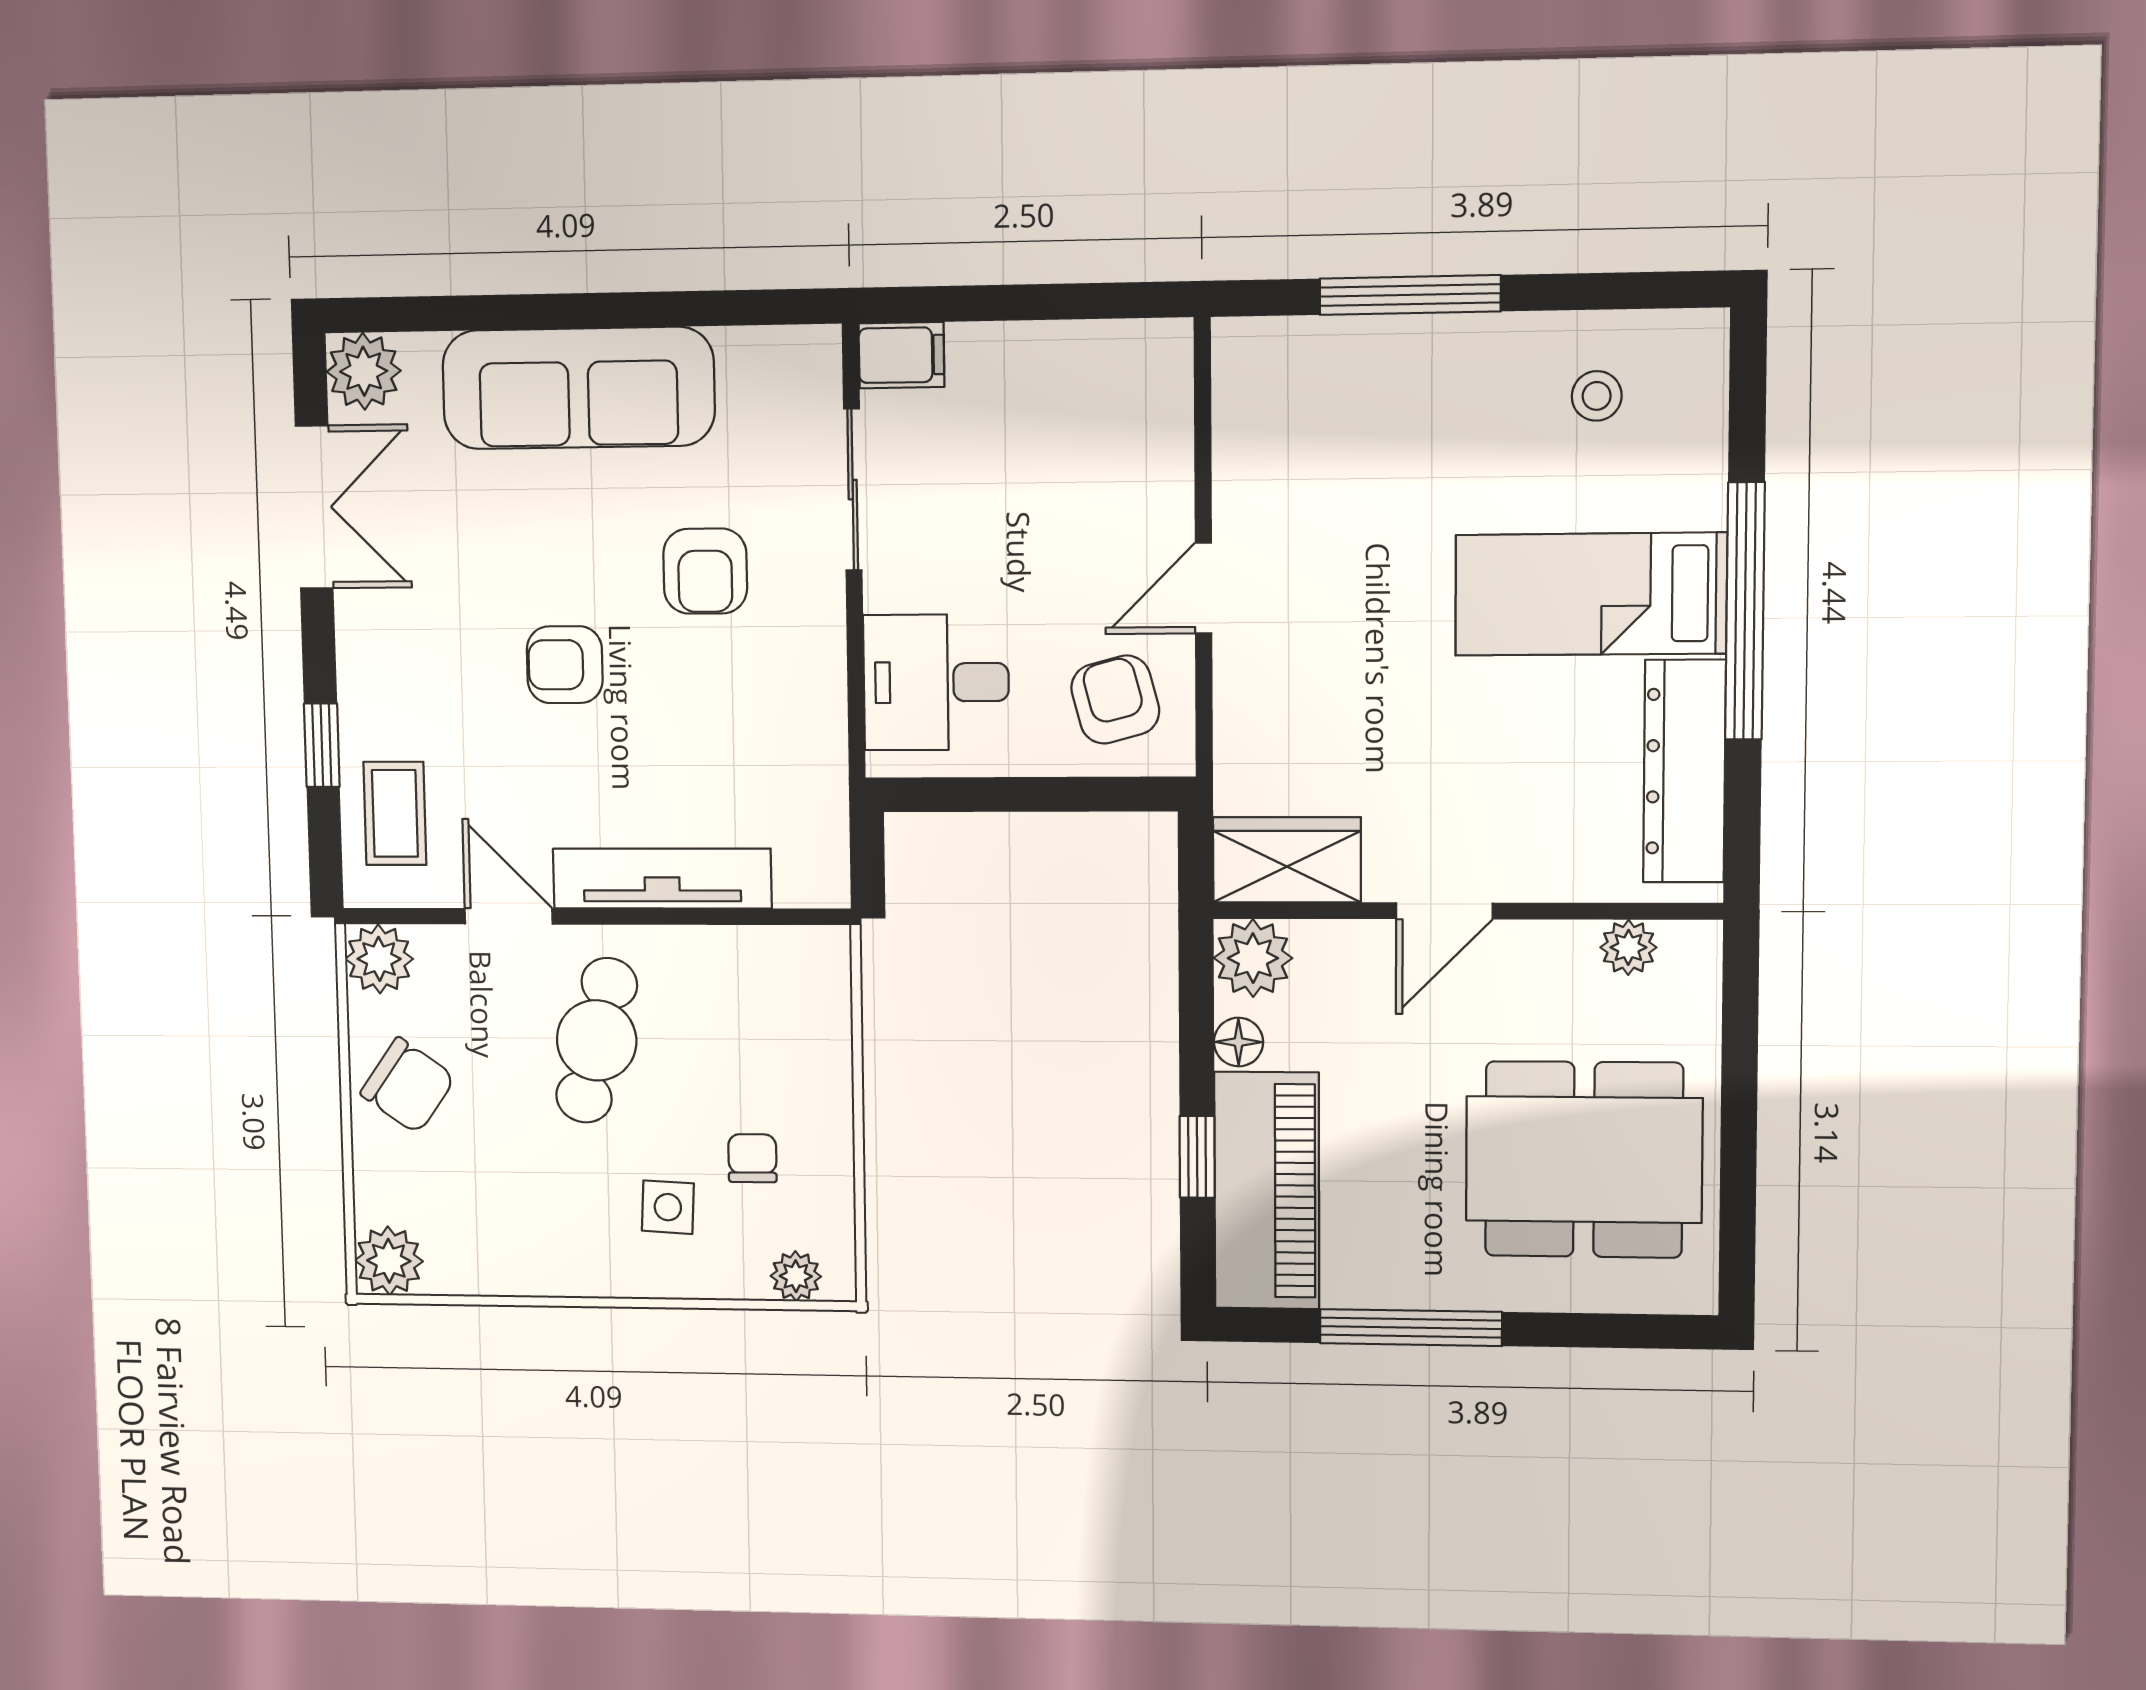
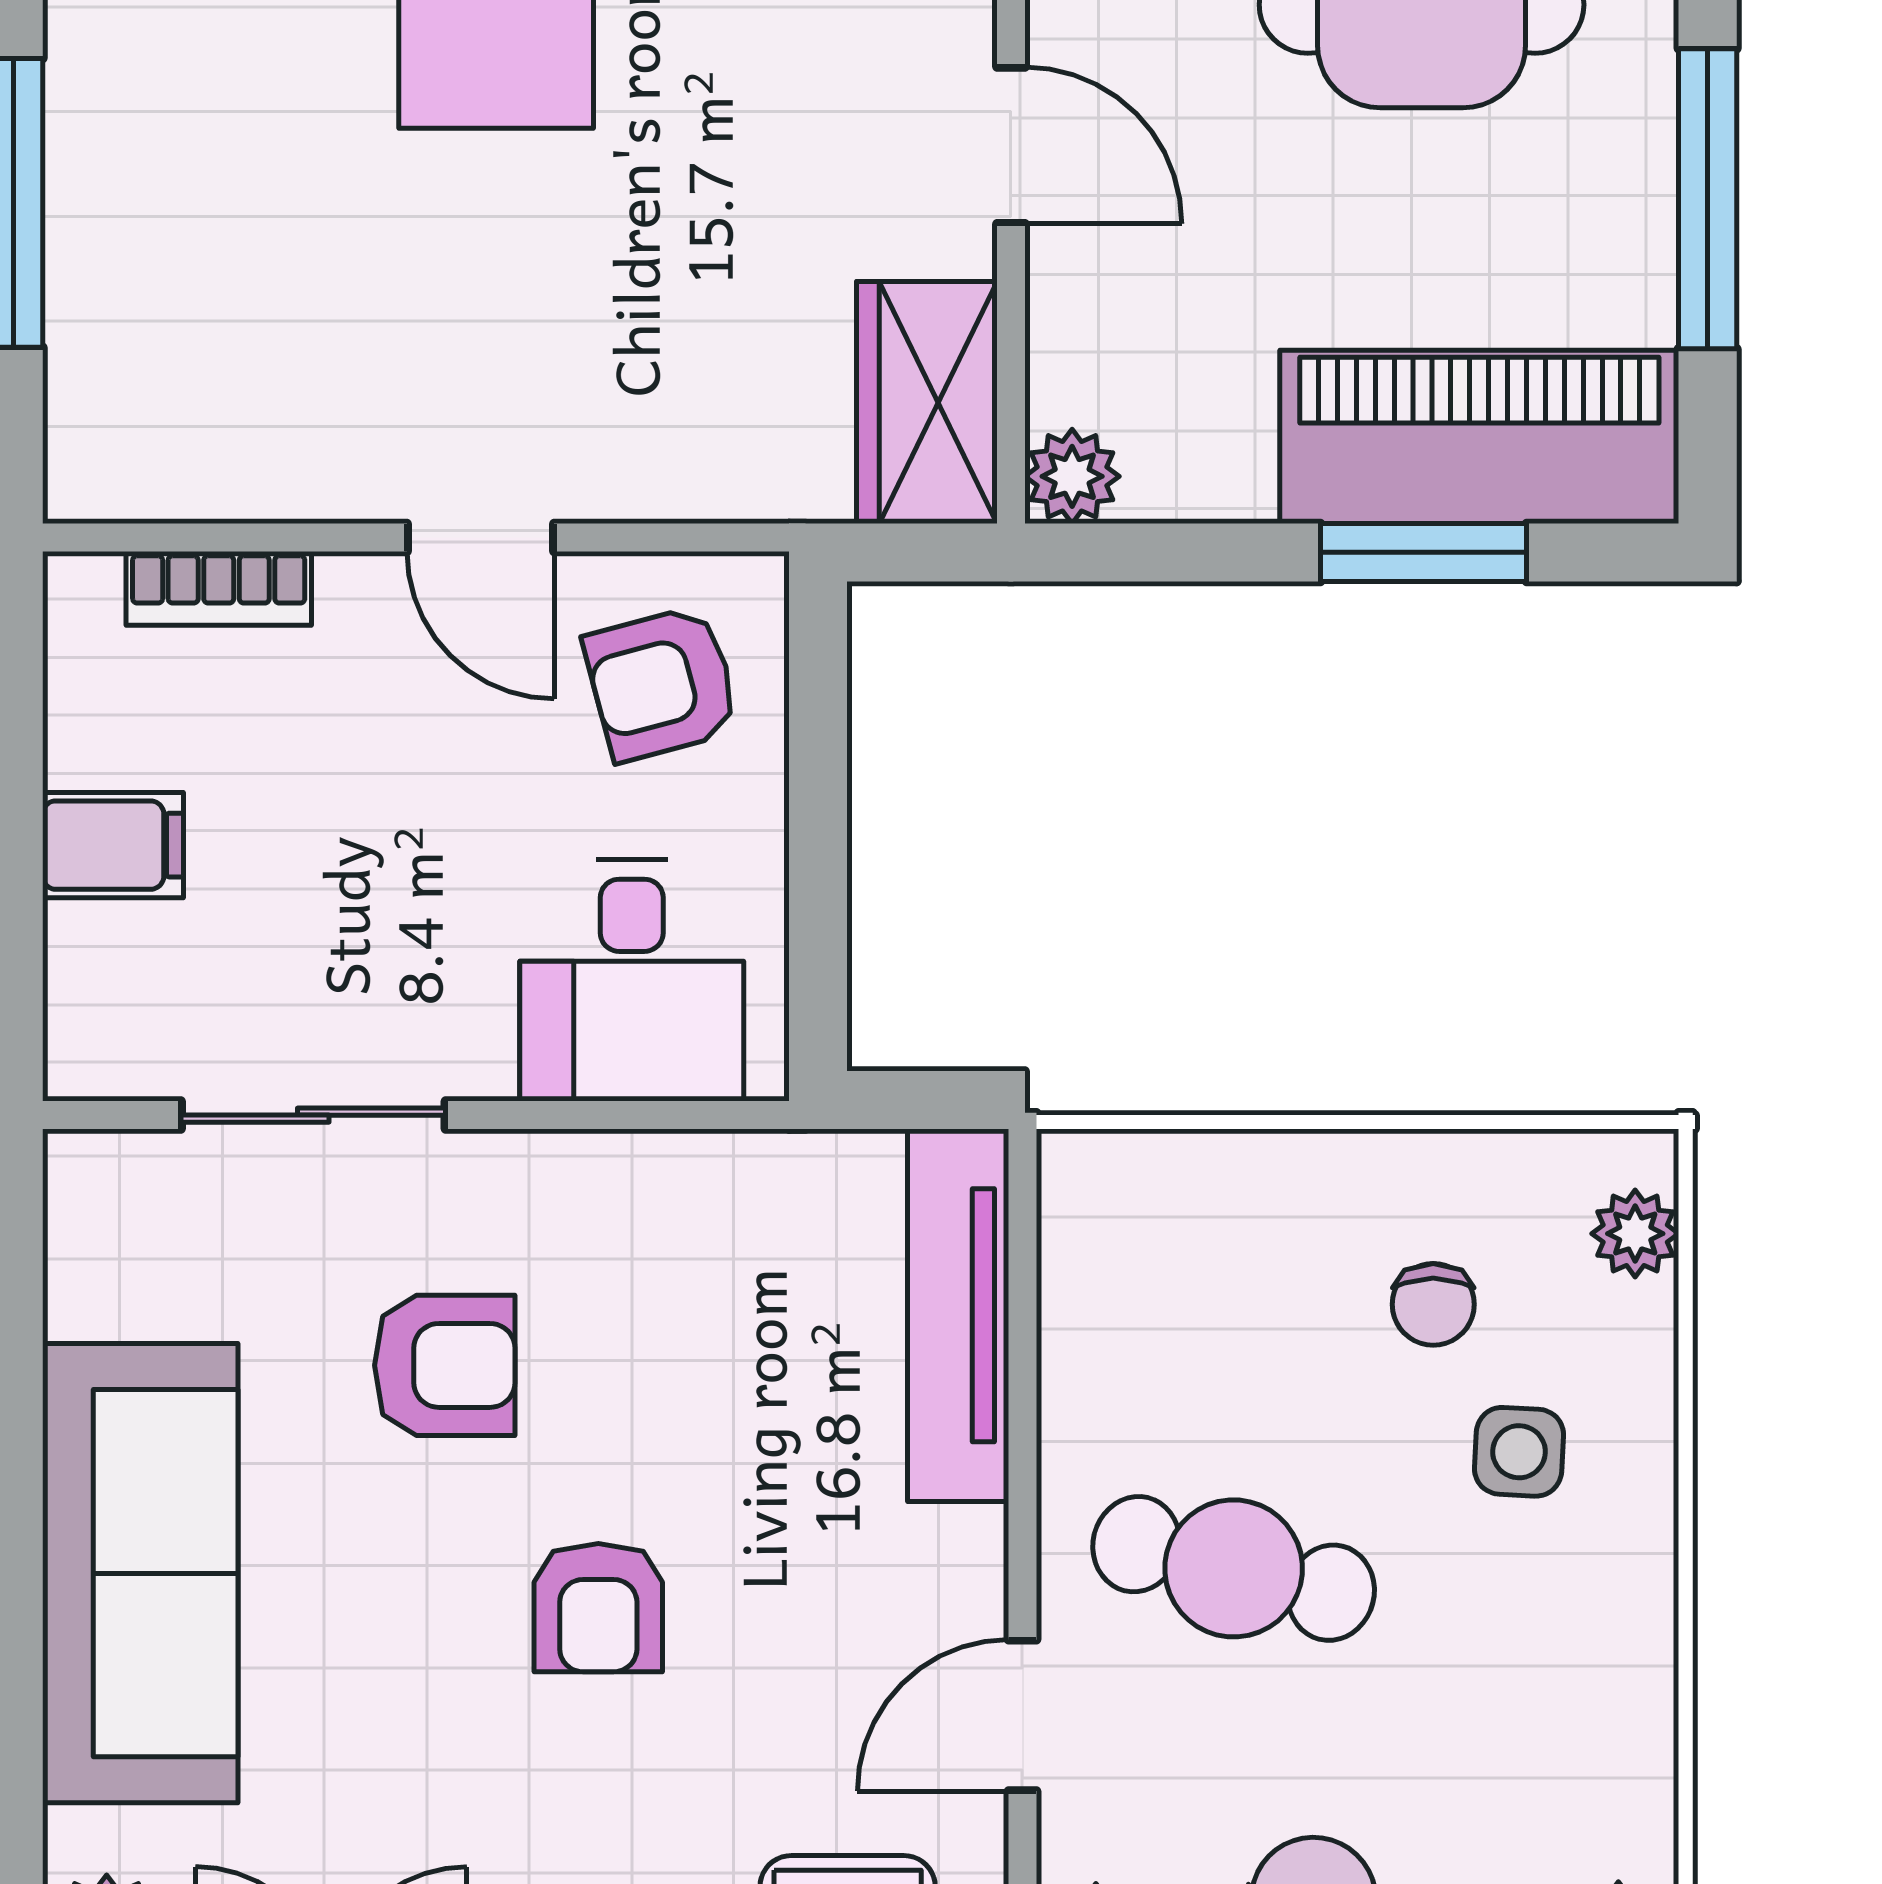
filing cabinet: (901, 355) -> (113, 845), moved, turned 90
bookcase: (1171, 427) -> (219, 588), added
tv unit: (662, 878) -> (958, 1315), moved
plant: (1253, 958) -> (1072, 476), width x0.73, depth x0.73
floor lamp: (1239, 1042) -> (1230, 483), removed
window: (1197, 1157) -> (1424, 552), width x1.50
chair: (752, 1158) -> (1433, 1304), turned -90

